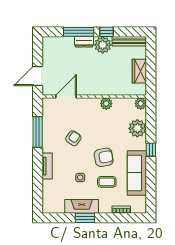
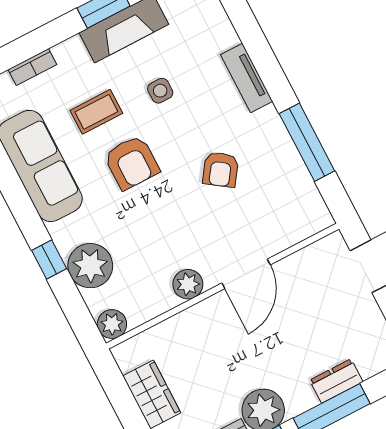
dresser: (84, 42) -> (336, 381), moved
door: (66, 97) -> (246, 274), moved
window: (151, 150) -> (49, 260), moved
armchair: (104, 157) -> (132, 162), turned -80

